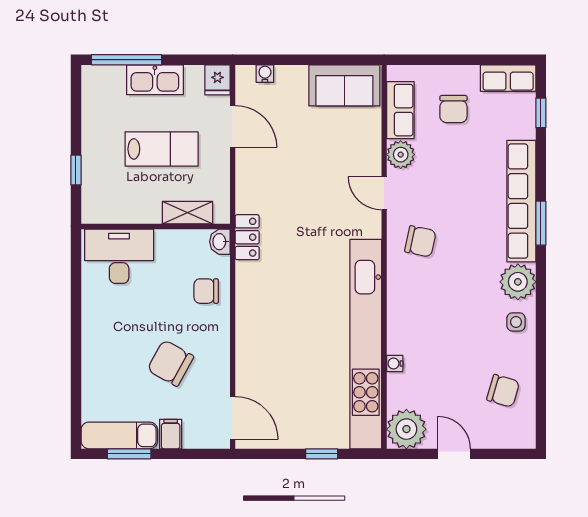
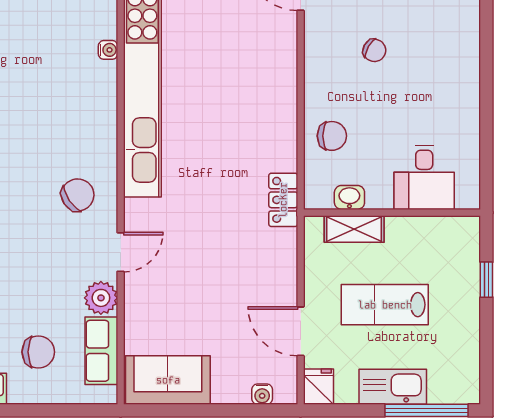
chair: (453, 109) -> (38, 352), turned 90
door: (384, 193) -> (121, 252), hinge flipped
chair: (420, 241) -> (78, 195), turned 134
washbasin: (220, 242) -> (349, 197), moved, turned -90
desk: (119, 256) -> (424, 177), width x0.73
chair: (170, 363) -> (374, 50), width x0.54, depth x0.54

